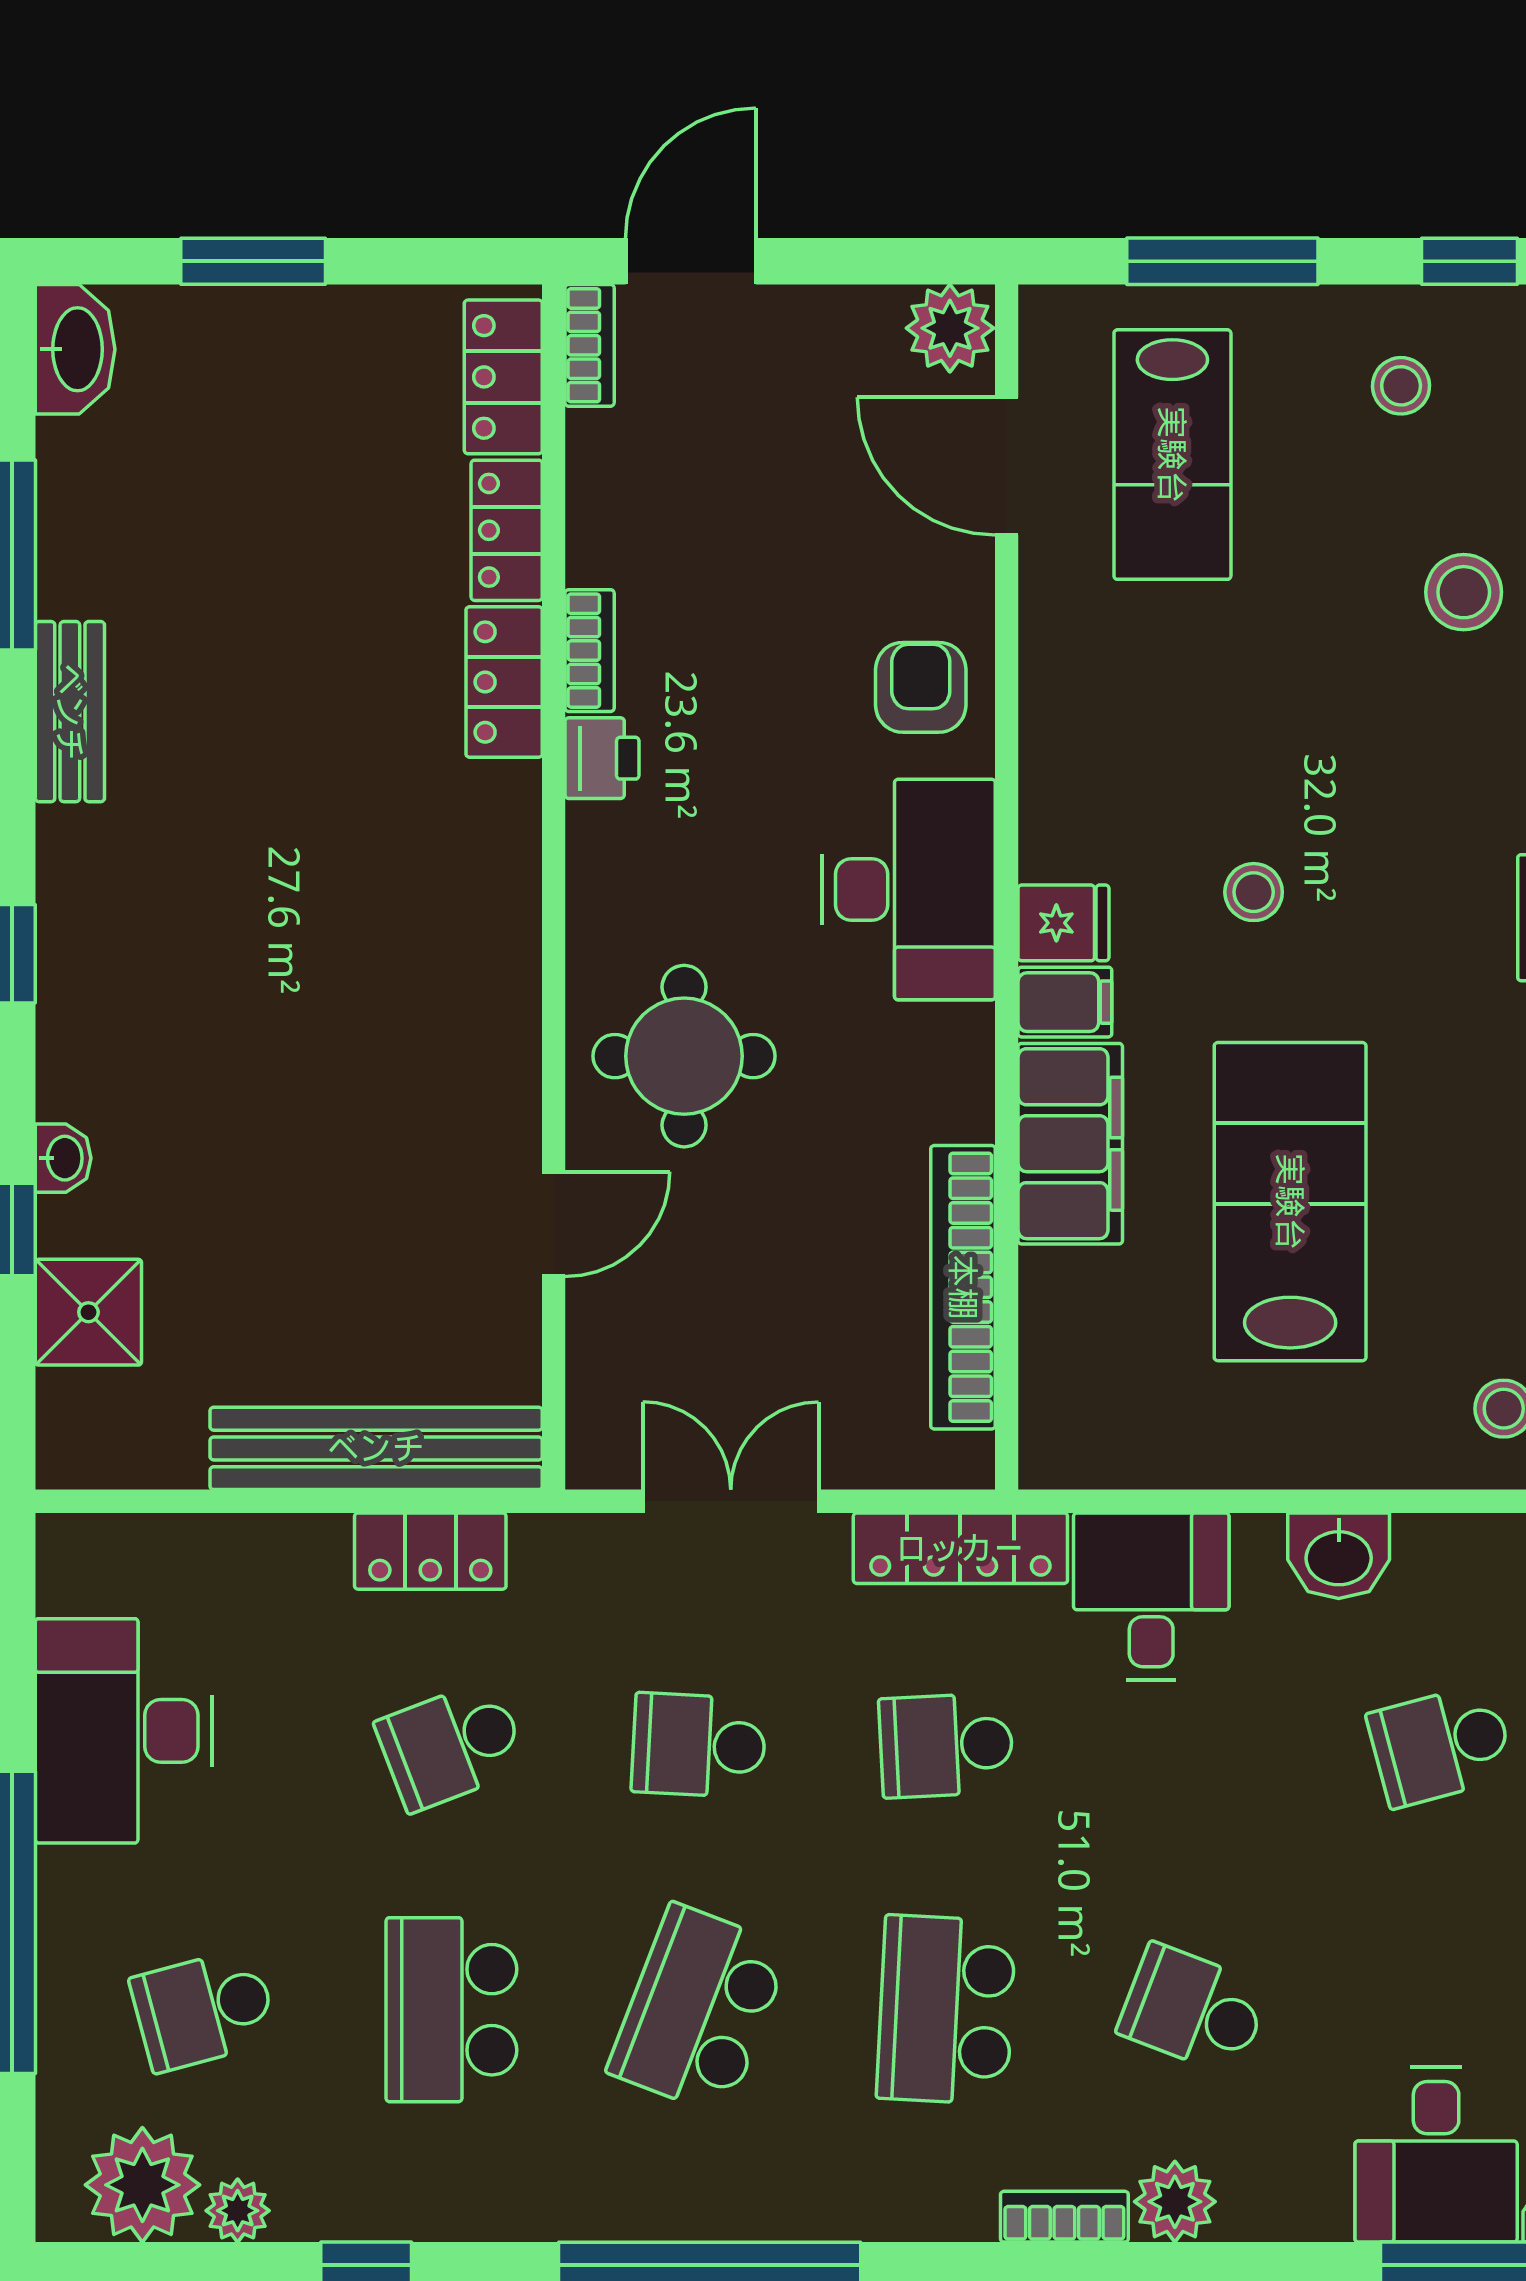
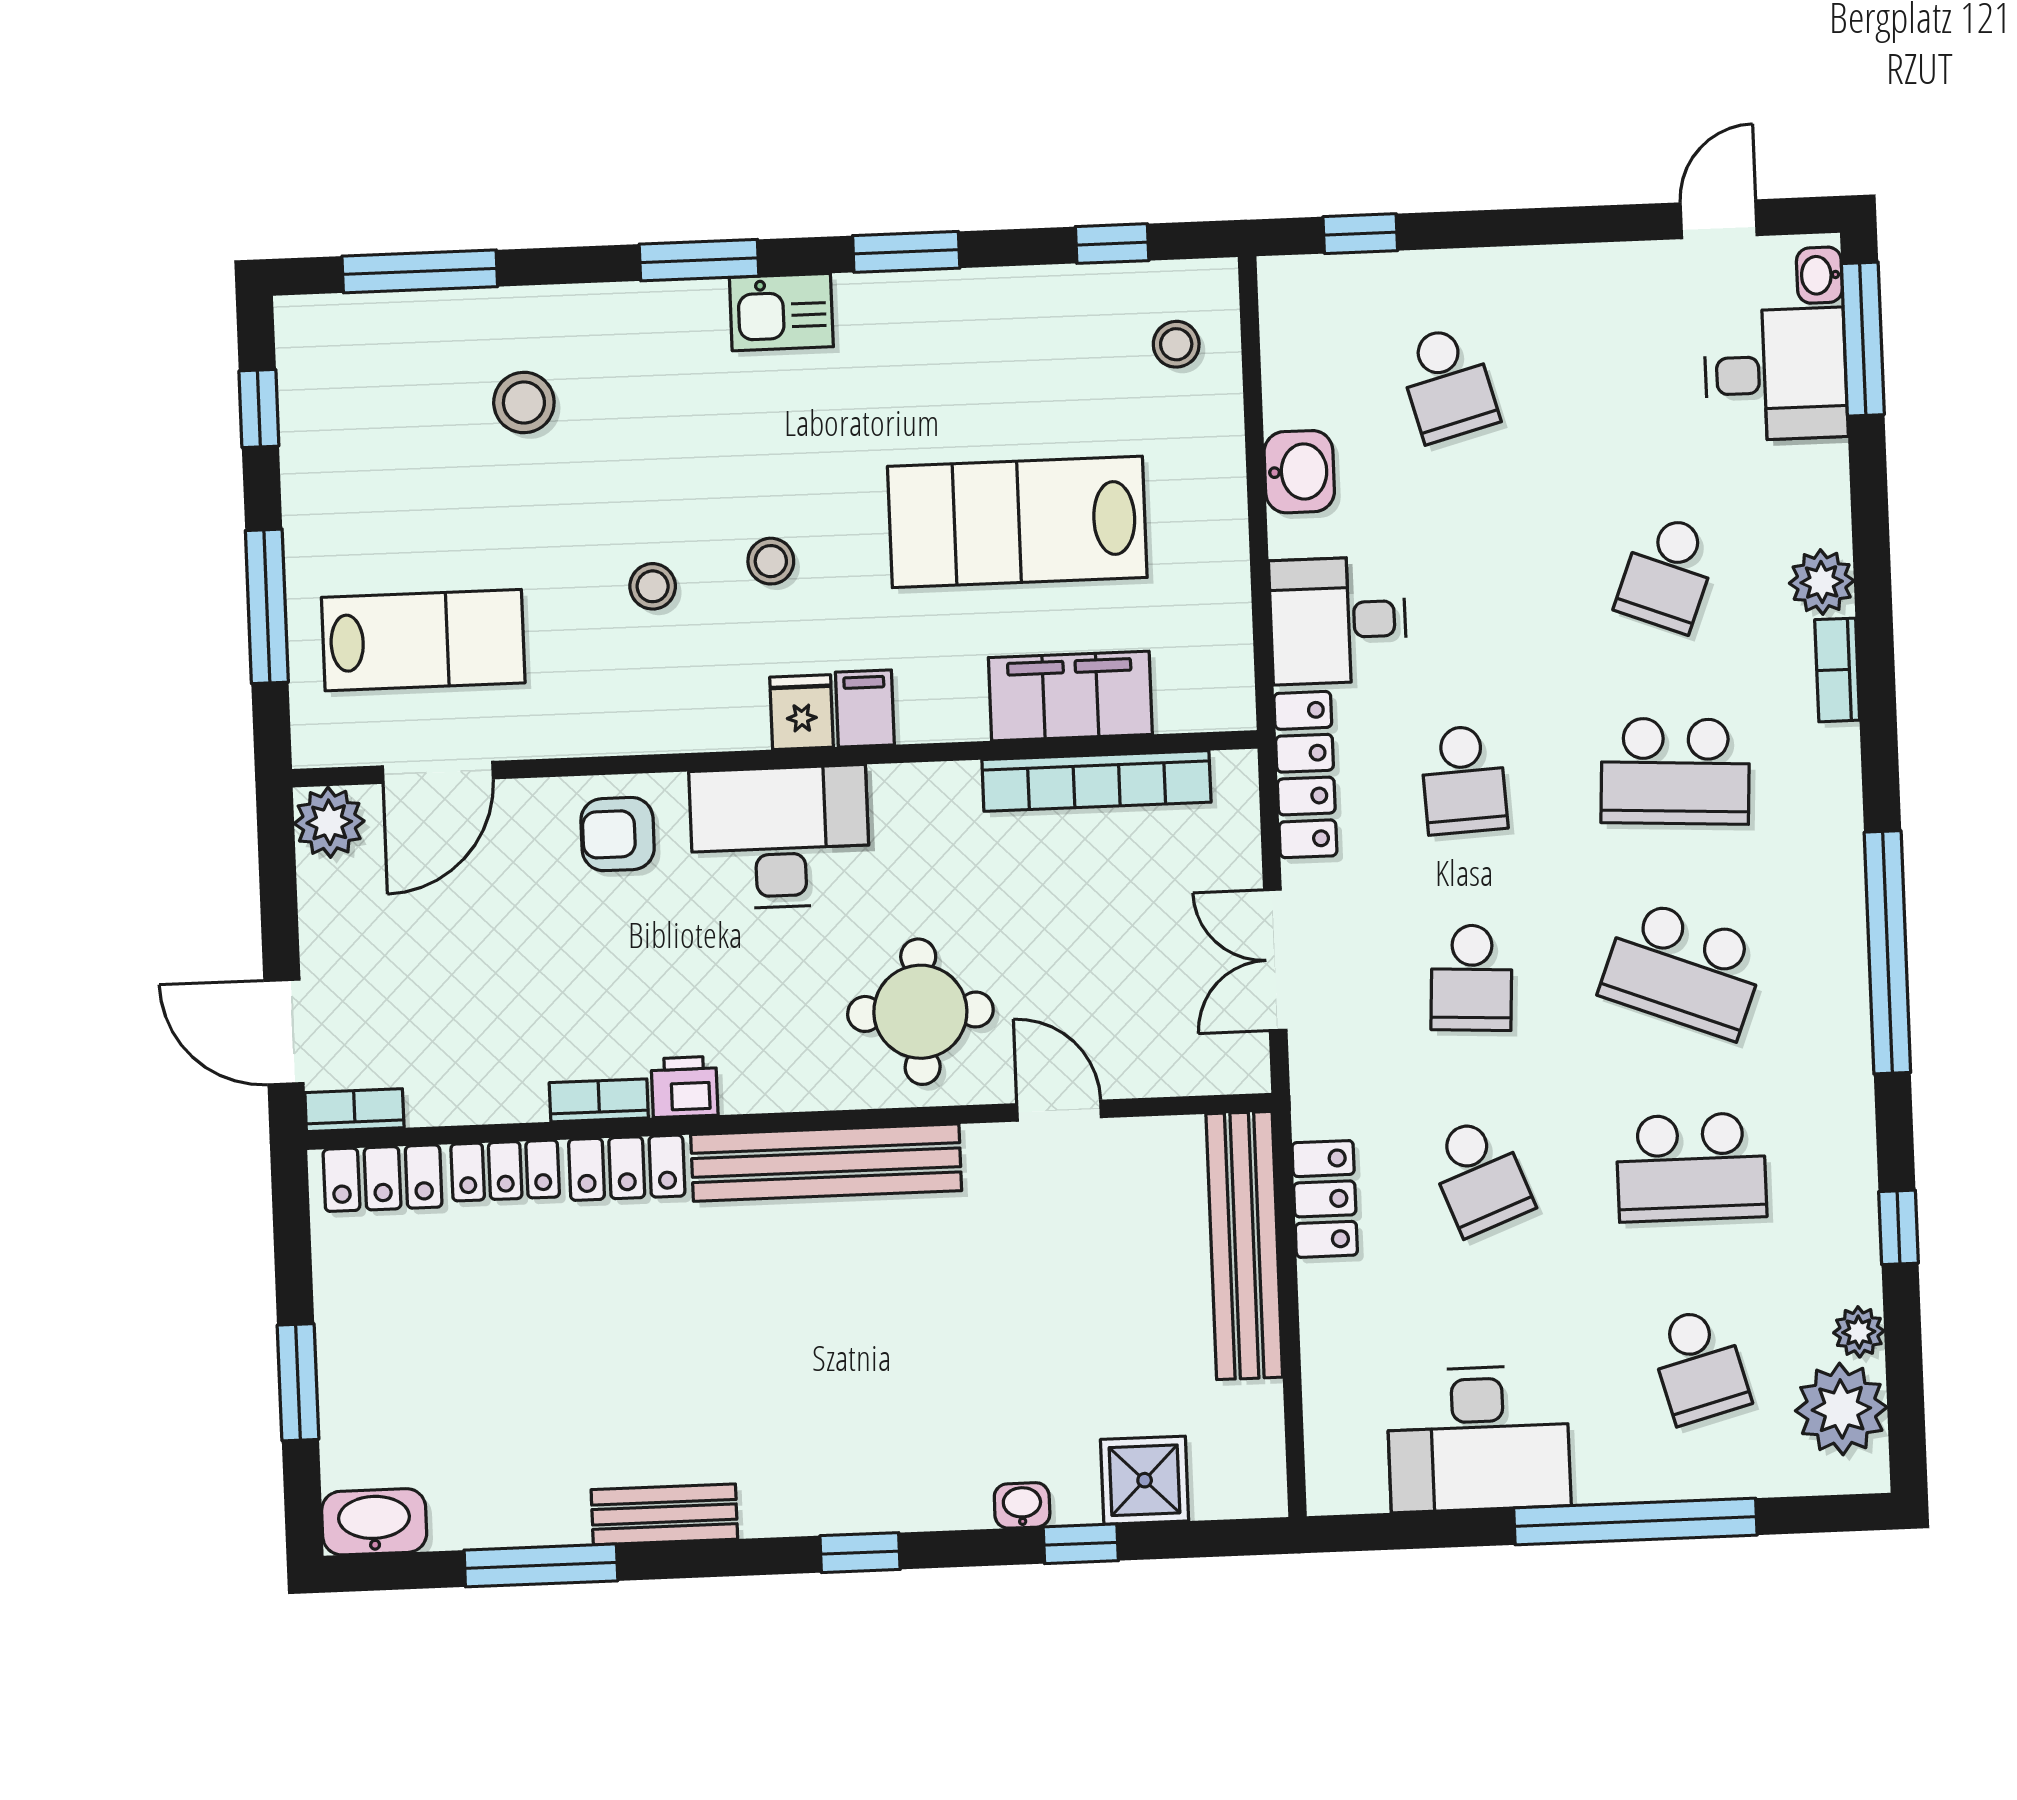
stool: (1401, 386) -> (653, 586), moved
bench: (501, 931) -> (826, 1163), added
filing cabinet: (1070, 1144) -> (1070, 696), moved

